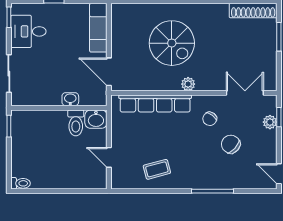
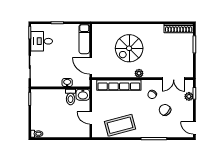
spiral stairs: (172, 43) -> (129, 48), turned 90
double door: (245, 93) -> (174, 79), swing flipped
coffee table: (157, 169) -> (120, 125), width x1.86, depth x1.72

